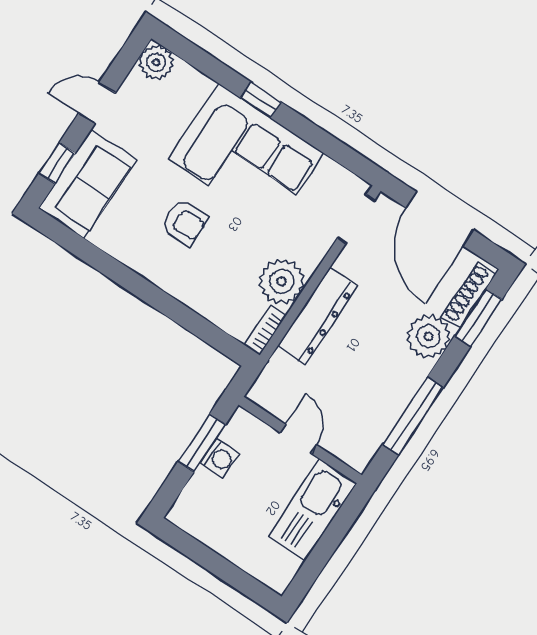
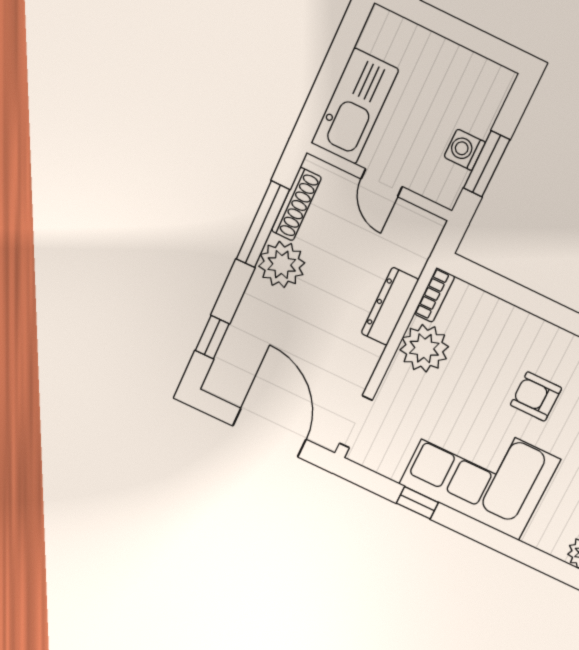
window: (261, 100) -> (417, 503), moved
shoe rack: (469, 295) -> (296, 204), moved
dresser: (318, 316) -> (390, 306), width x0.73, depth x0.80
window: (478, 318) -> (212, 337), width x0.67
plant: (429, 336) -> (282, 264), moved

